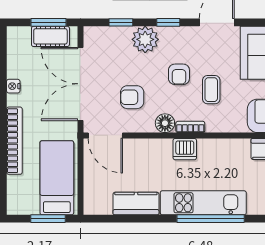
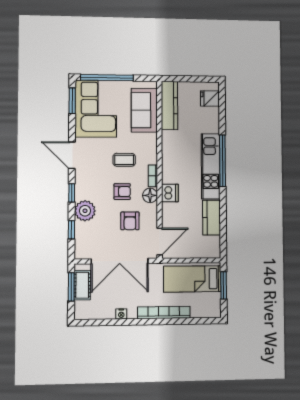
armchair: (179, 74) -> (122, 192), moved
dishwasher: (185, 149) -> (170, 193), moved

